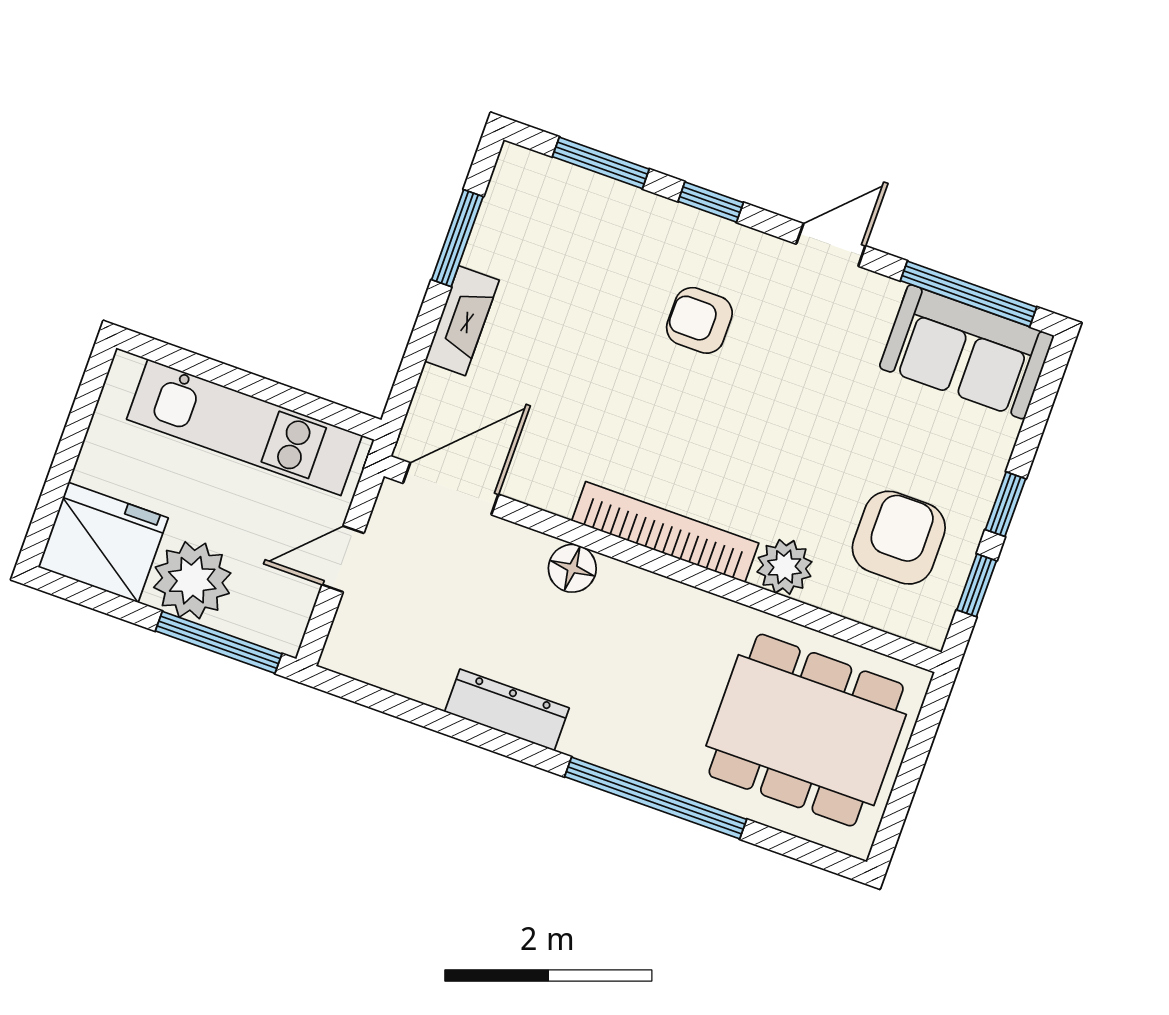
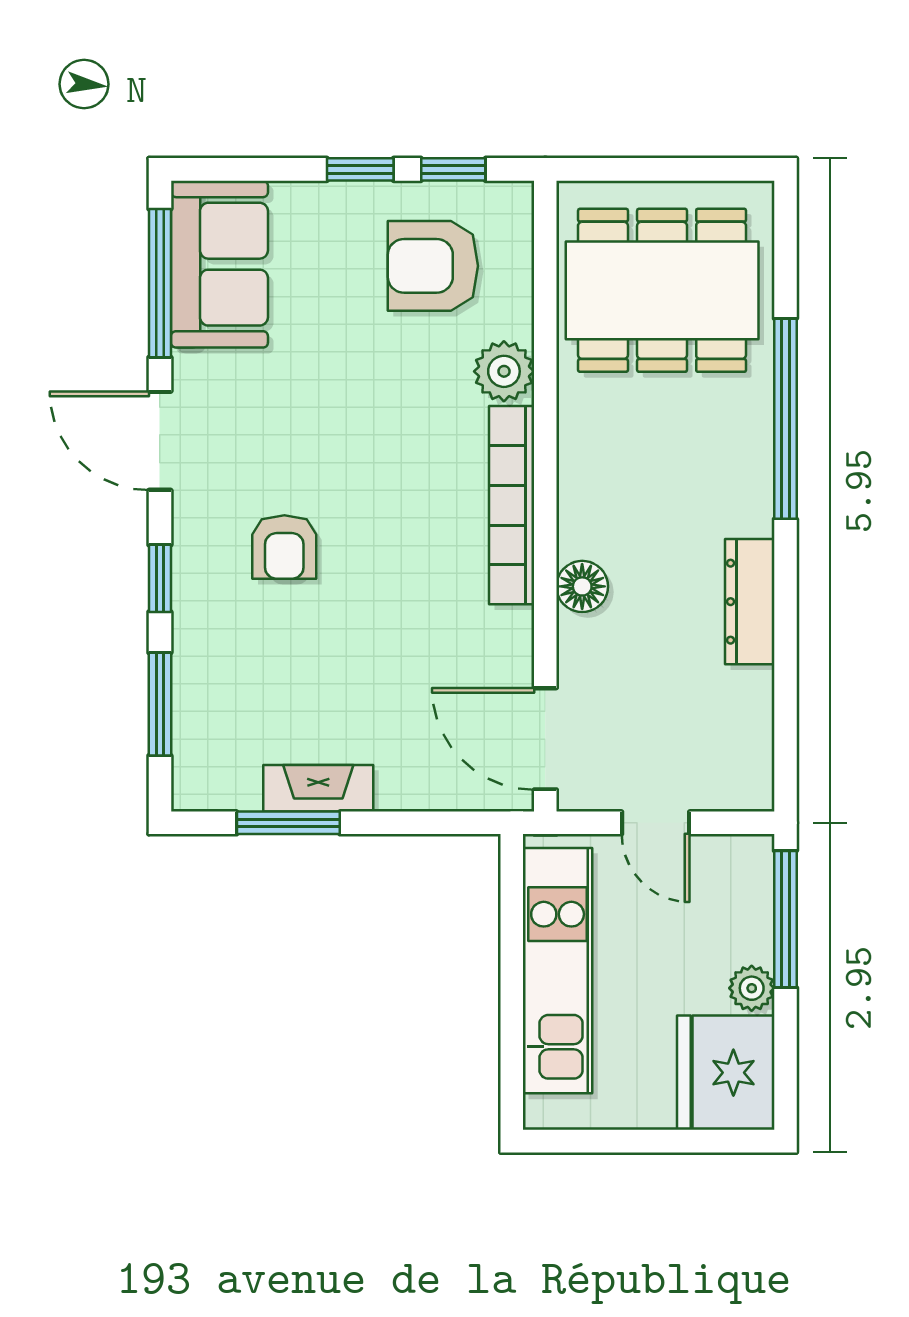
door: (831, 245) -> (160, 441), width x1.38
fireplace: (462, 321) -> (318, 788), moved
plant: (192, 580) -> (752, 988), width x0.53, depth x0.53
dining table: (806, 730) -> (662, 290), turned 90

